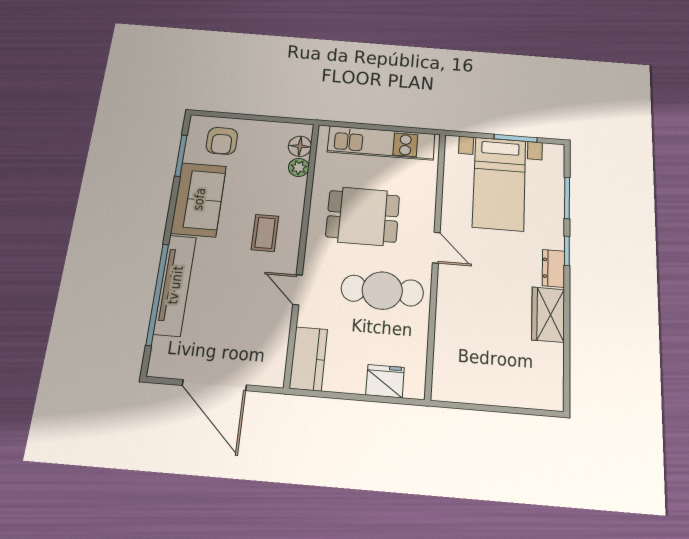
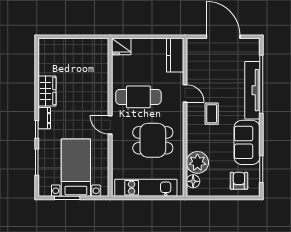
plant: (299, 167) -> (197, 162), width x1.88, depth x1.88
coffee table: (265, 233) -> (212, 114), moved
fridge: (385, 381) -> (121, 47), moved

